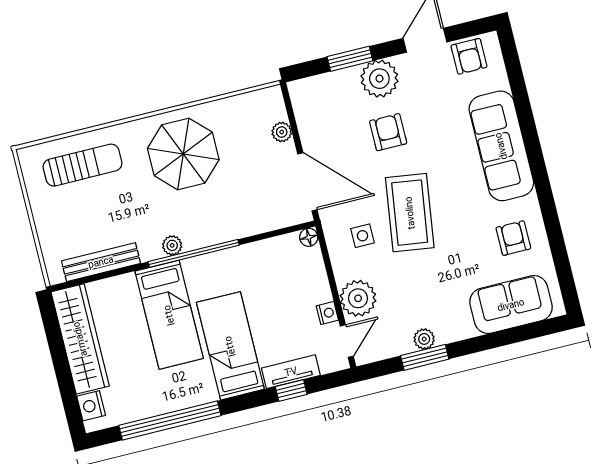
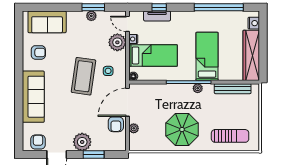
armchair: (388, 132) -> (116, 124), moved
sun lounger: (83, 165) -> (230, 136), turned 180
door: (307, 182) -> (128, 102), hinge flipped
armchair: (513, 238) -> (38, 52), turned -90
door: (347, 341) -> (128, 24), hinge flipped
bed: (230, 346) -> (153, 55), moved, turned -90

